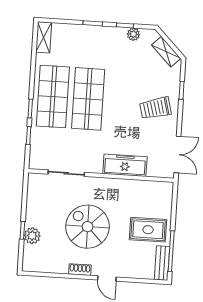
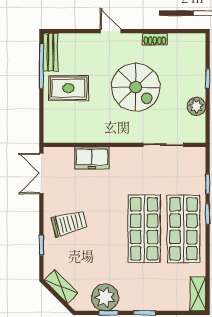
plant: (133, 34) -> (105, 297), width x1.88, depth x1.88
freezer: (125, 165) -> (92, 158), width x0.71
plant: (32, 236) -> (196, 106), moved
shoe rack: (80, 270) -> (155, 39), moved

